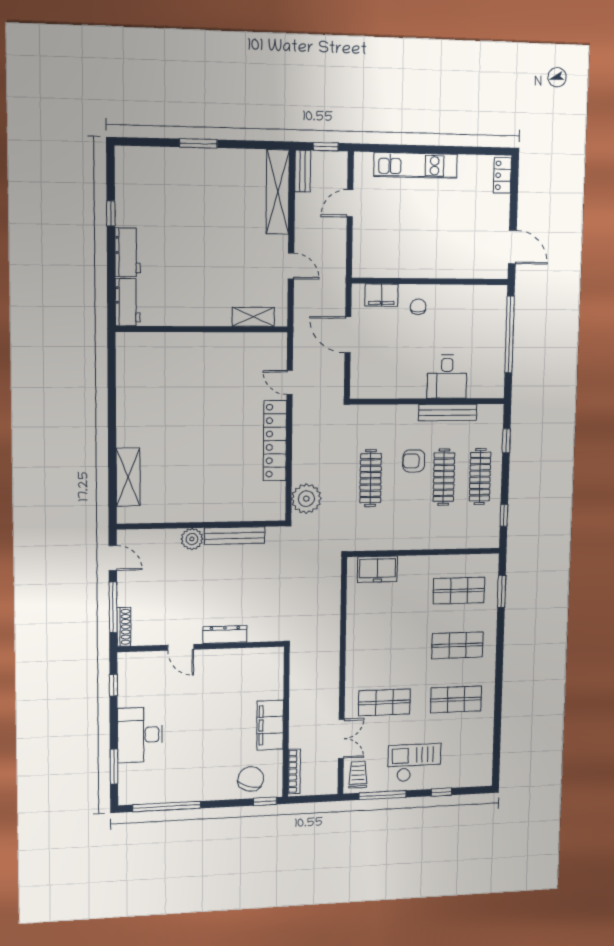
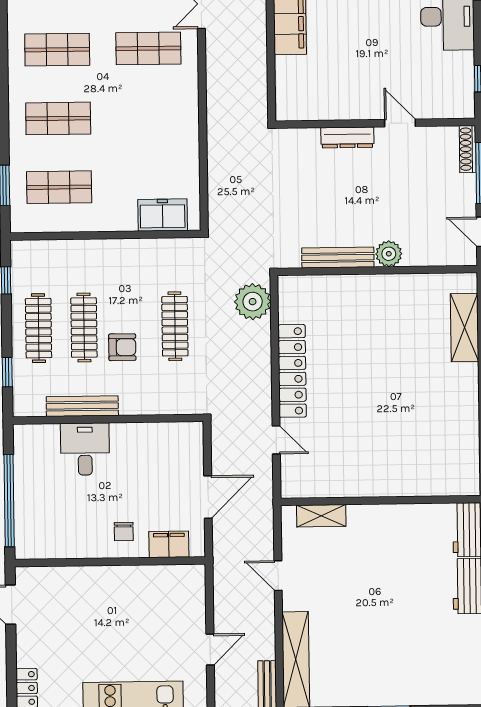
door: (348, 335) -> (208, 497), hinge flipped

